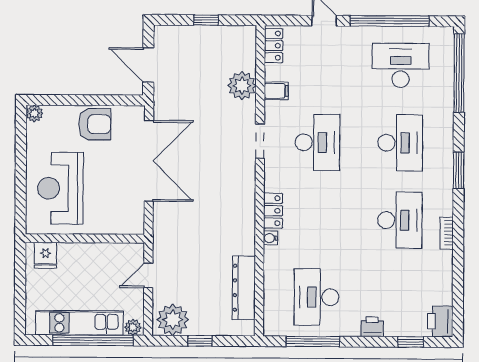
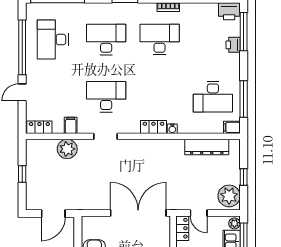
double door: (149, 161) -> (138, 213), moved
locker: (126, 252) -> (182, 228), added
filing cabinet: (272, 324) -> (232, 127), added
printer: (372, 327) -> (233, 45), moved
window: (411, 342) -> (244, 32), width x2.17

